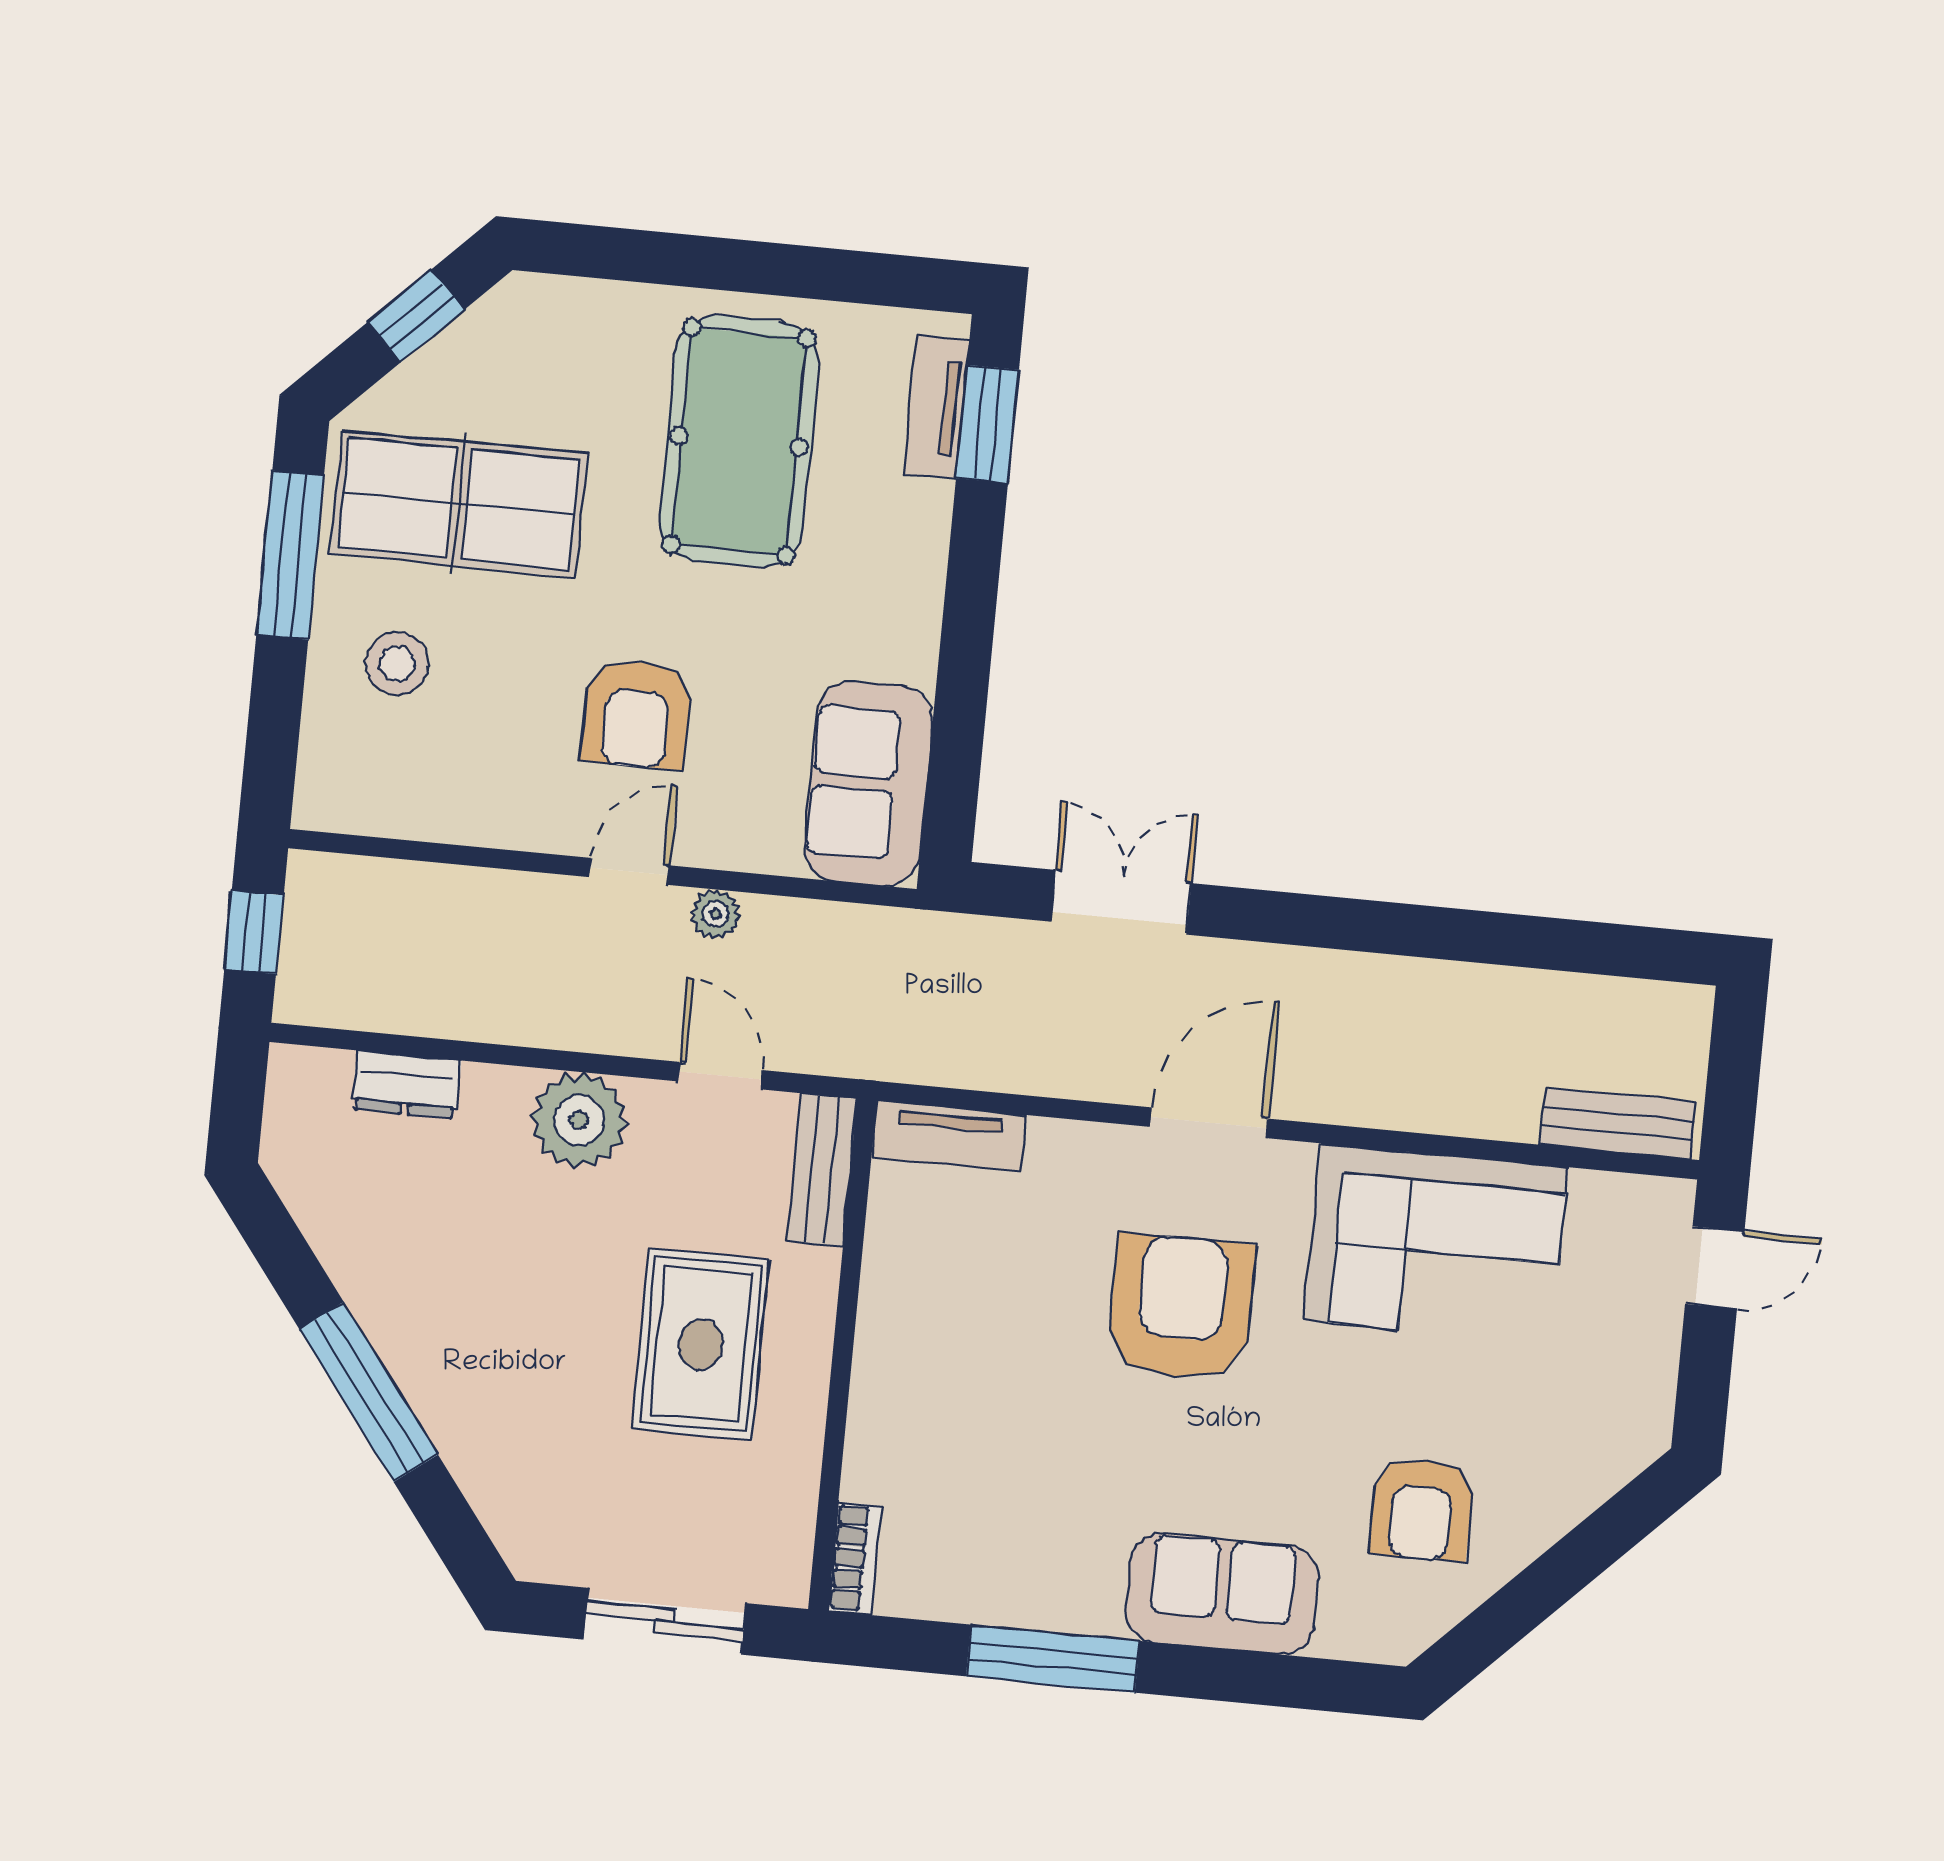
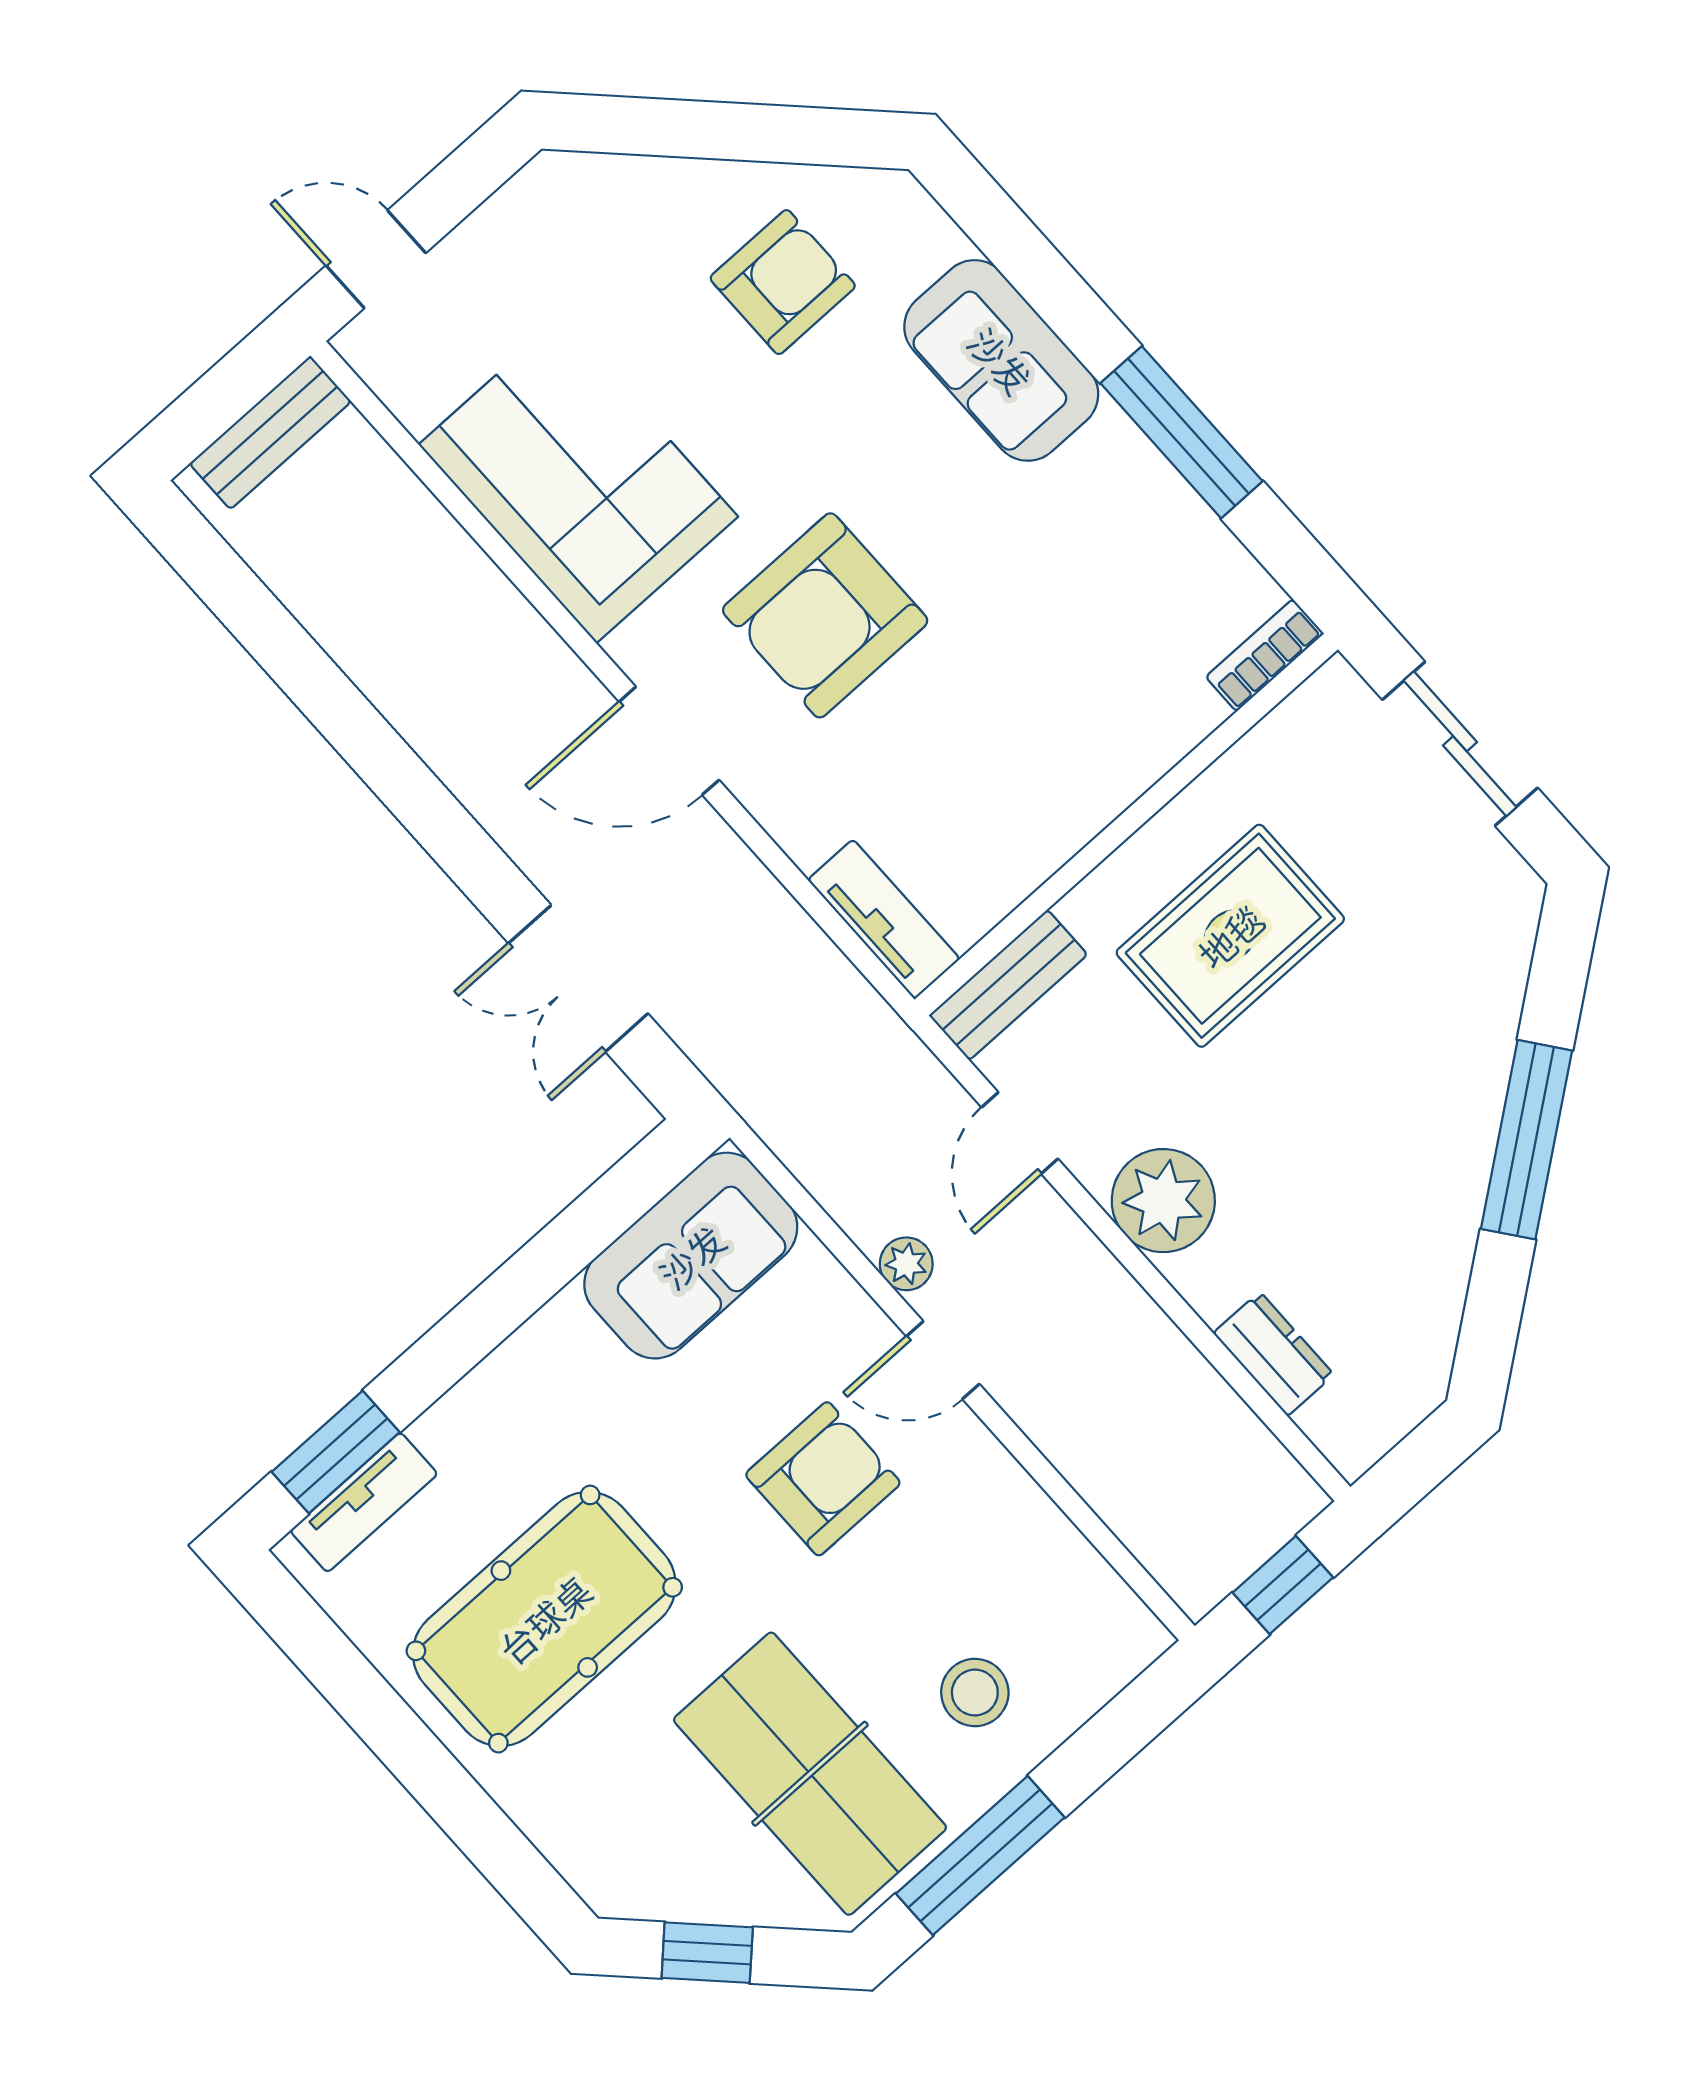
bench: (1618, 1123) -> (270, 433), moved, turned 90

